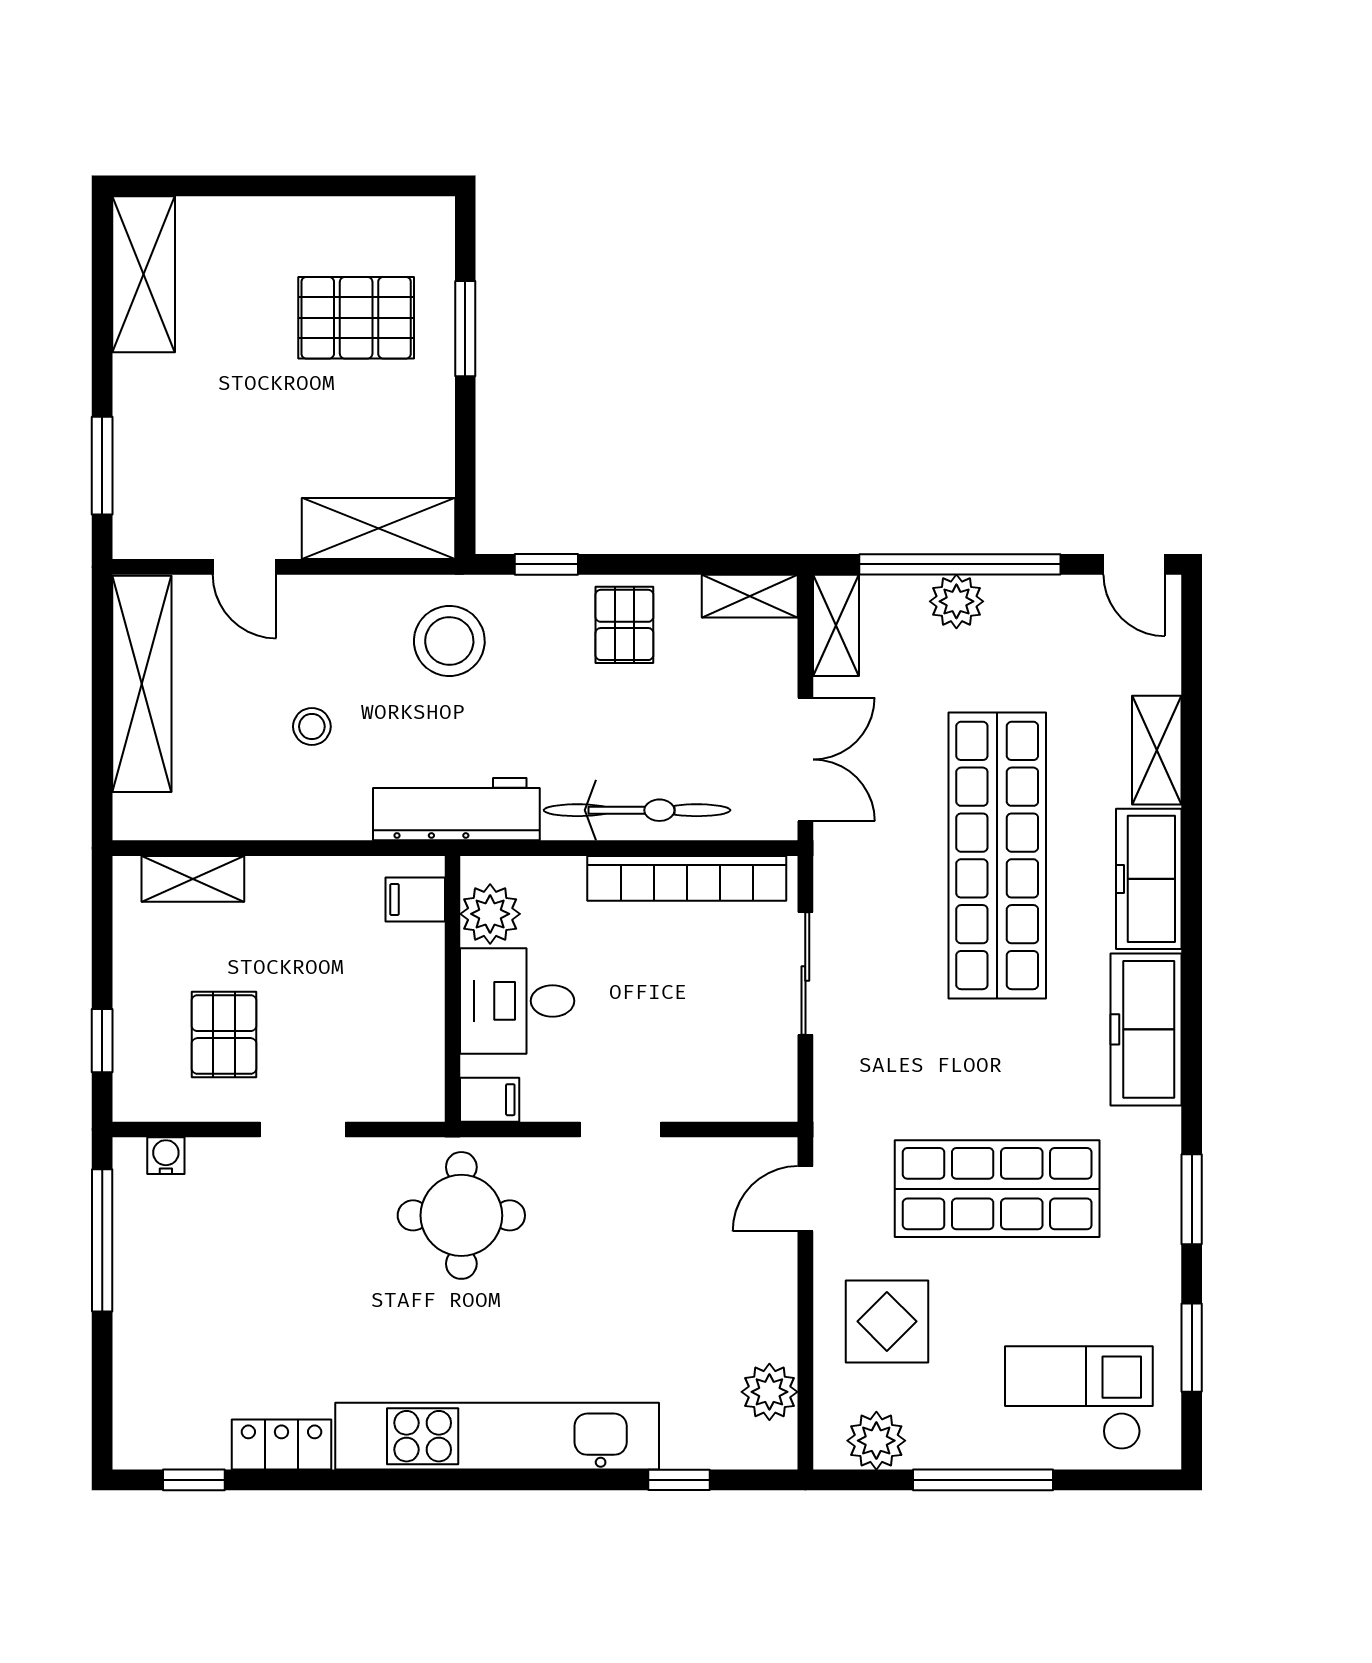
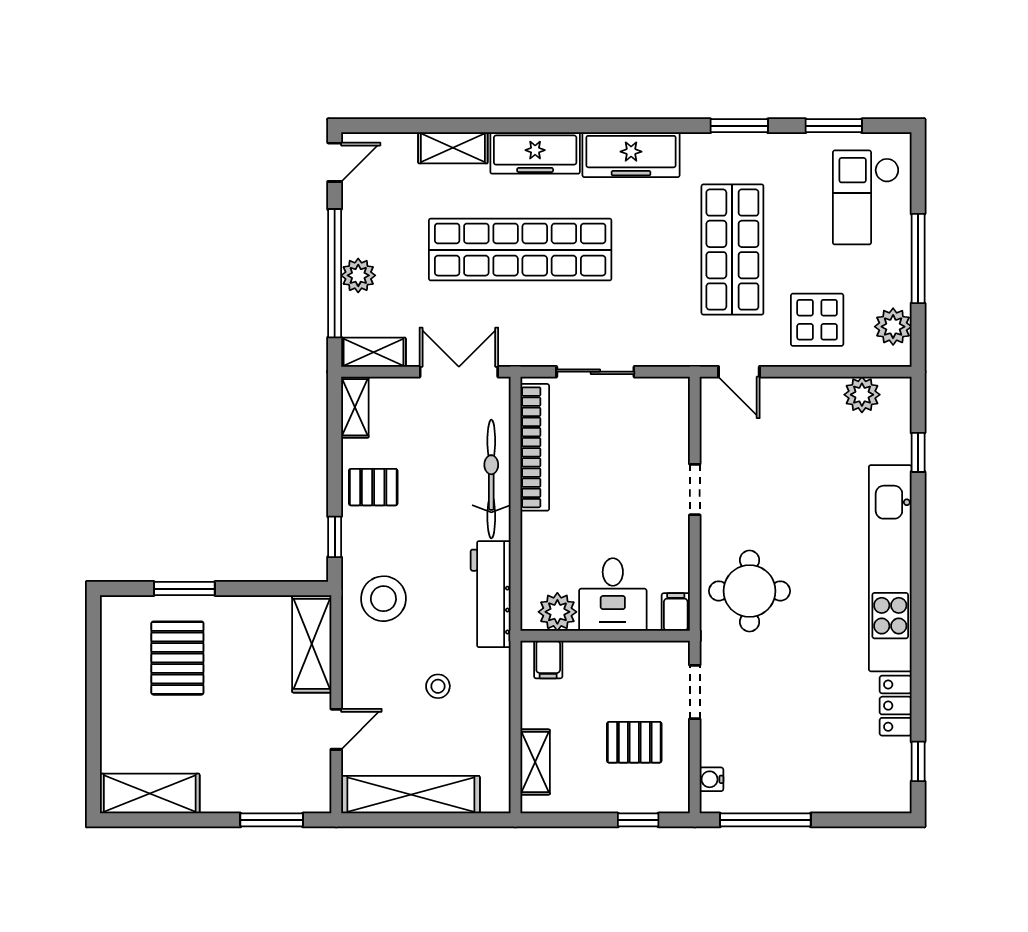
filing cabinet: (415, 899) -> (548, 660), moved
plant: (490, 914) -> (557, 612), moved
wall: (452, 989) -> (605, 636), moved
desk: (517, 1001) -> (613, 595), moved
filing cabinet: (490, 1100) -> (676, 612), moved

